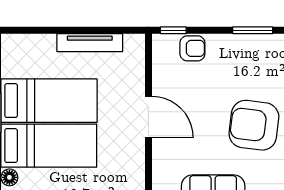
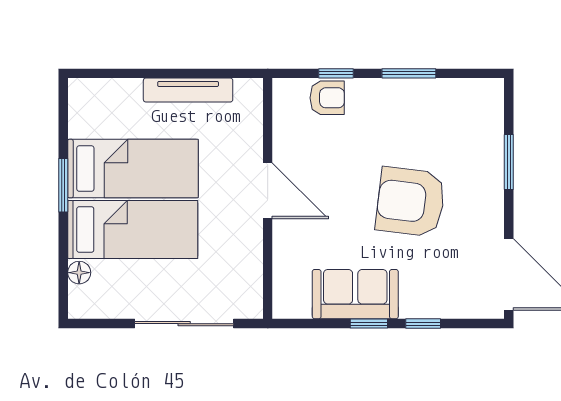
window: (173, 30) -> (336, 73), moved

